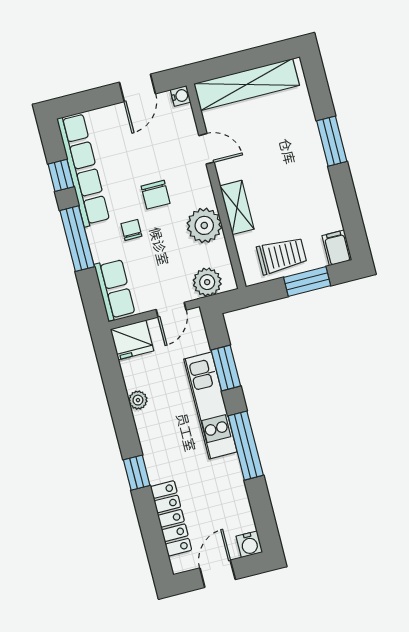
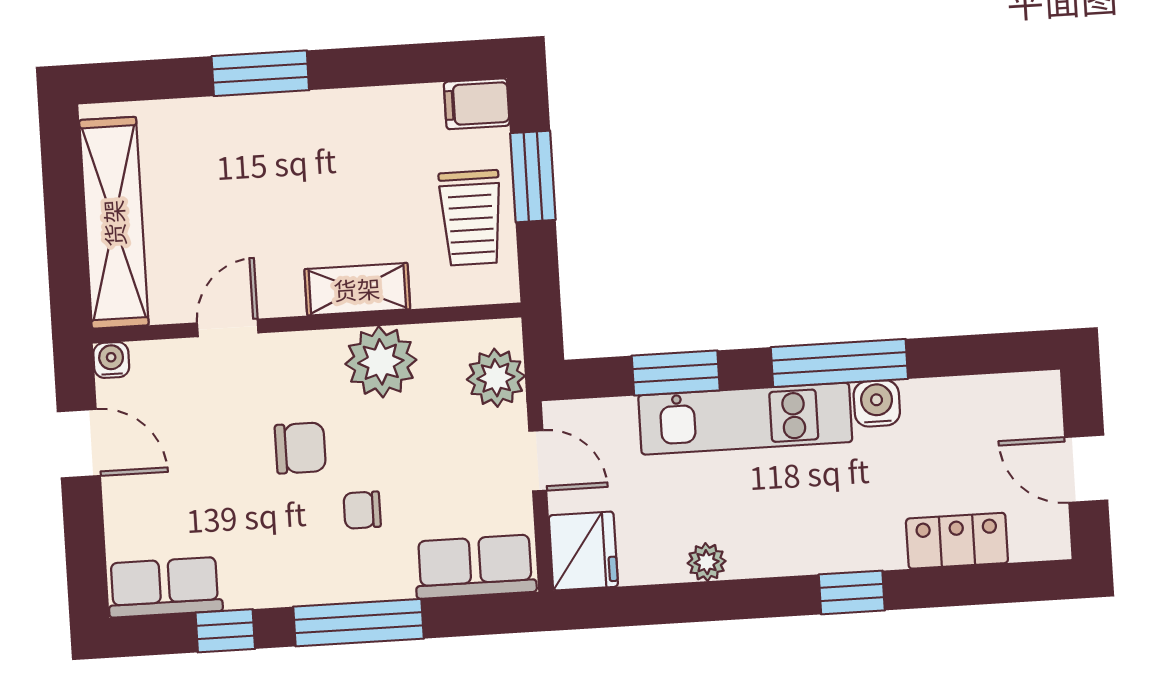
row of seats: (83, 170) -> (165, 587), width x0.50
trolley: (282, 256) -> (471, 218), turned 180
locker: (171, 518) -> (957, 541), width x0.66
water cooler: (249, 544) -> (877, 403), moved, turned -90

